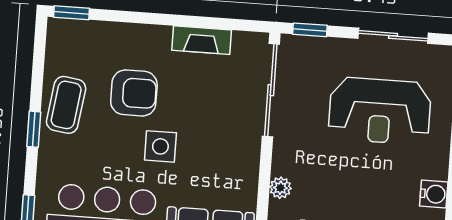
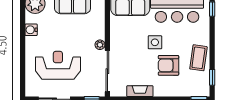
window: (34, 129) -> (212, 77), moved
plant: (280, 188) -> (100, 45), moved

